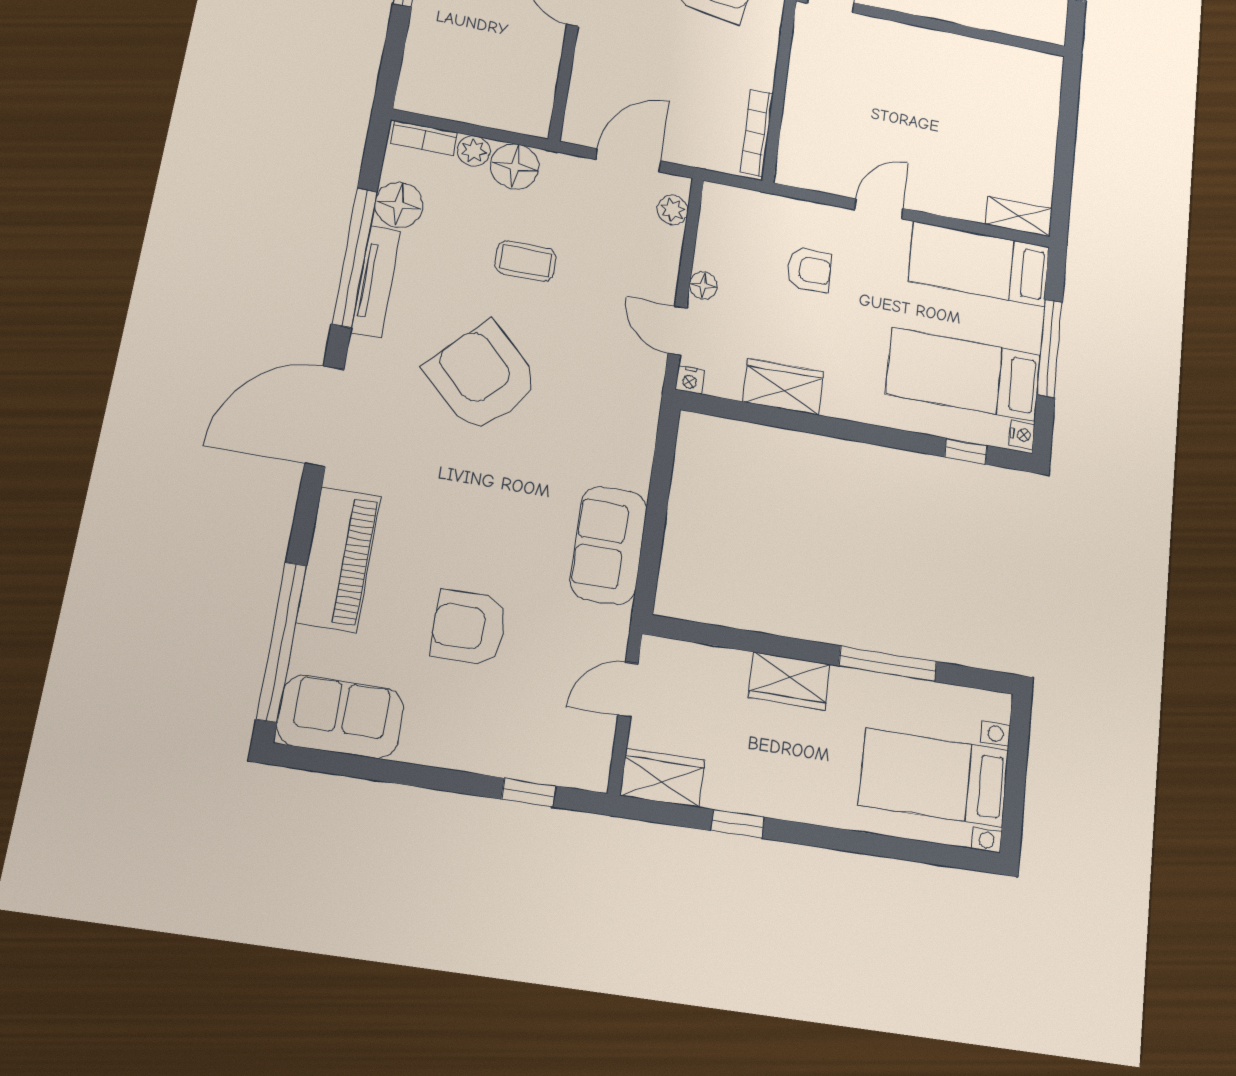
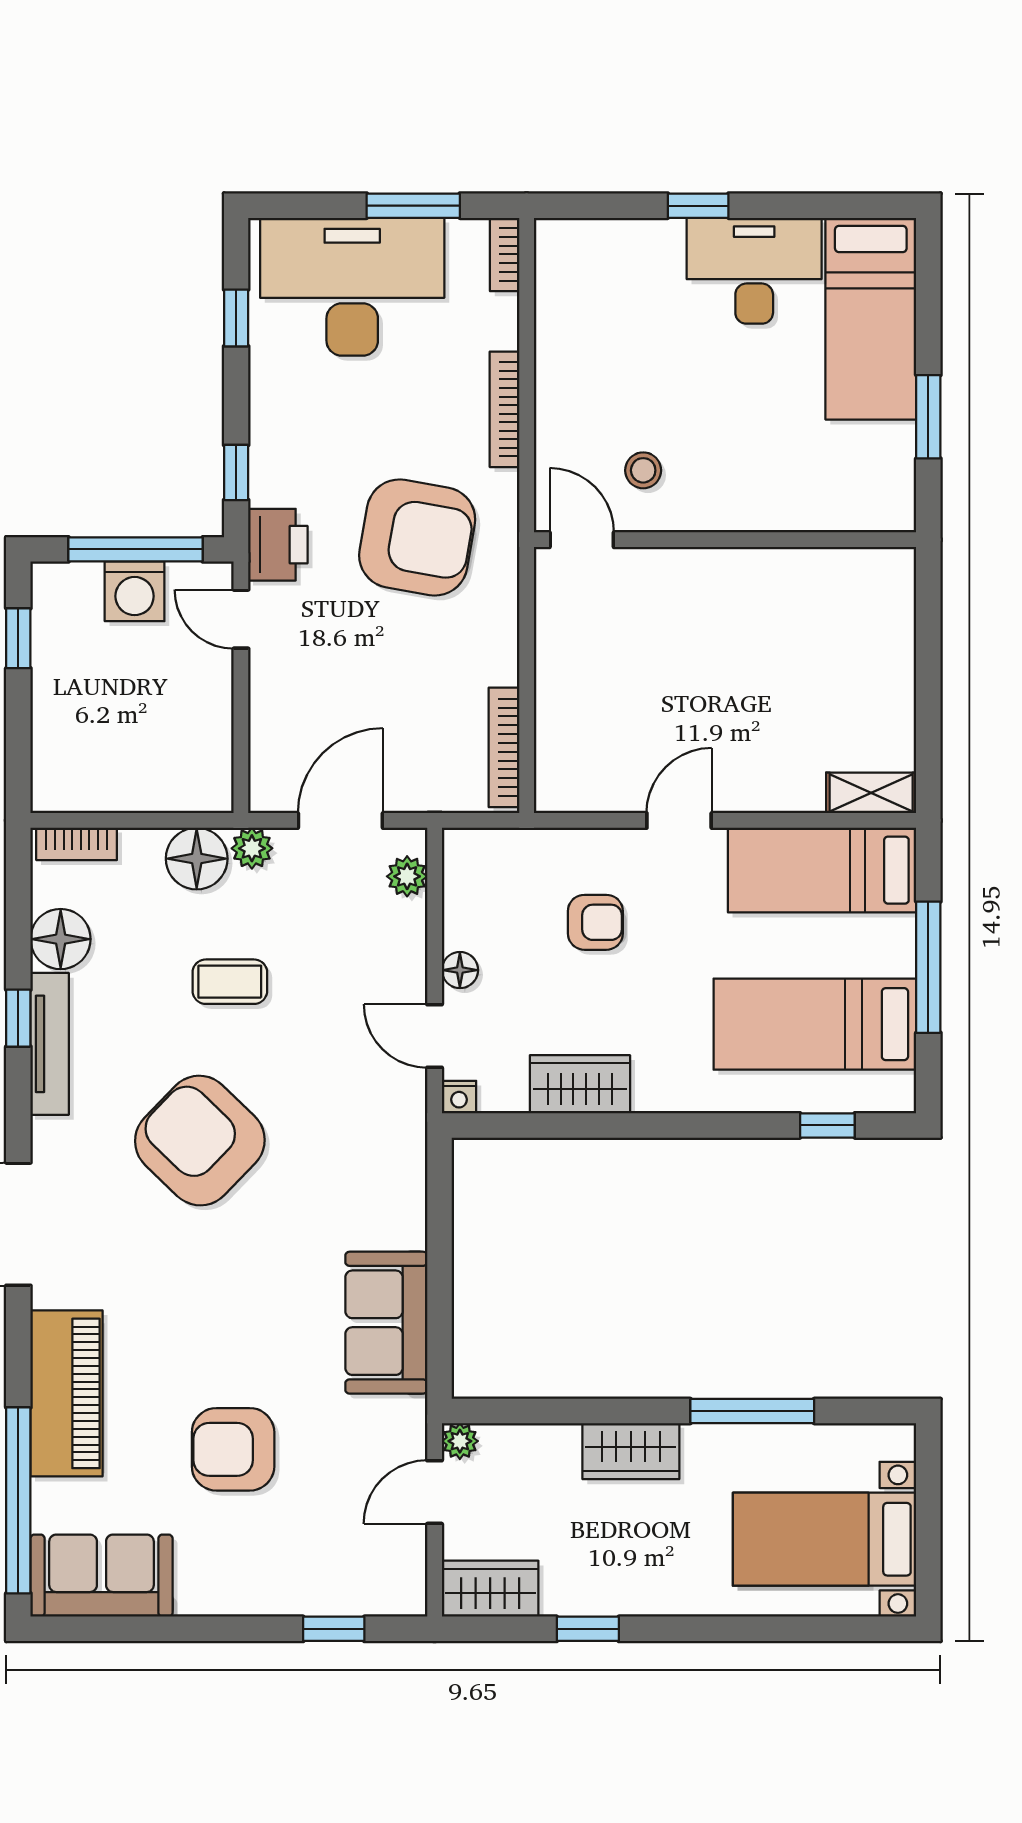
plant: (474, 151) -> (252, 848), moved
window: (354, 257) -> (18, 1018), width x0.32
nightstand: (1022, 435) -> (900, 1091), removed
plant: (654, 651) -> (460, 1441), added

